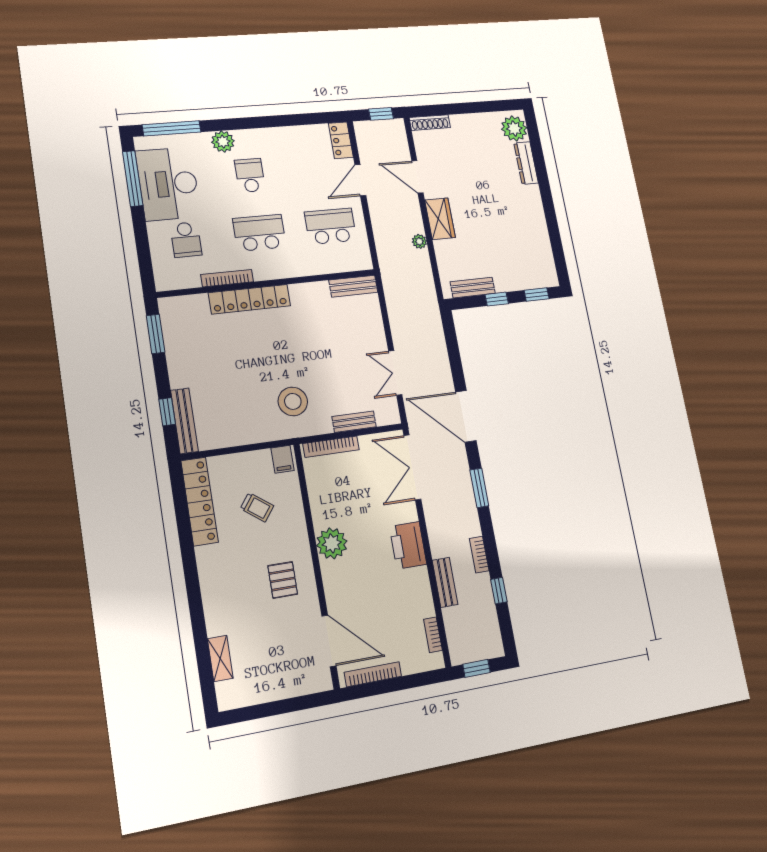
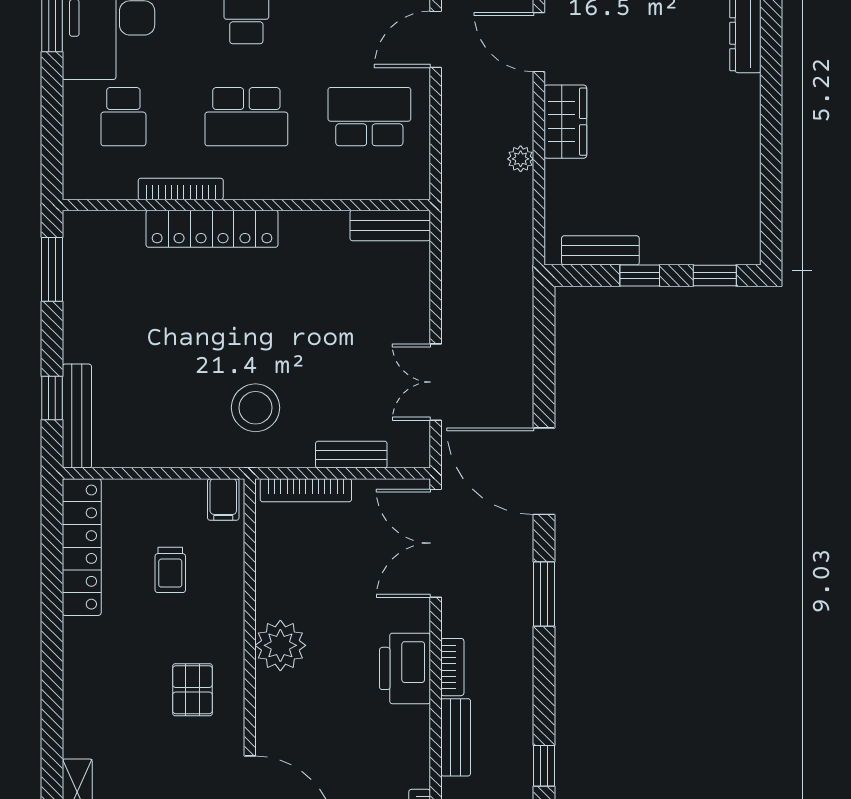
school desk: (259, 233) -> (246, 117), turned 180
trolley: (257, 507) -> (170, 570), turned 53
bookcase: (479, 555) -> (452, 667), moved, turned 180

